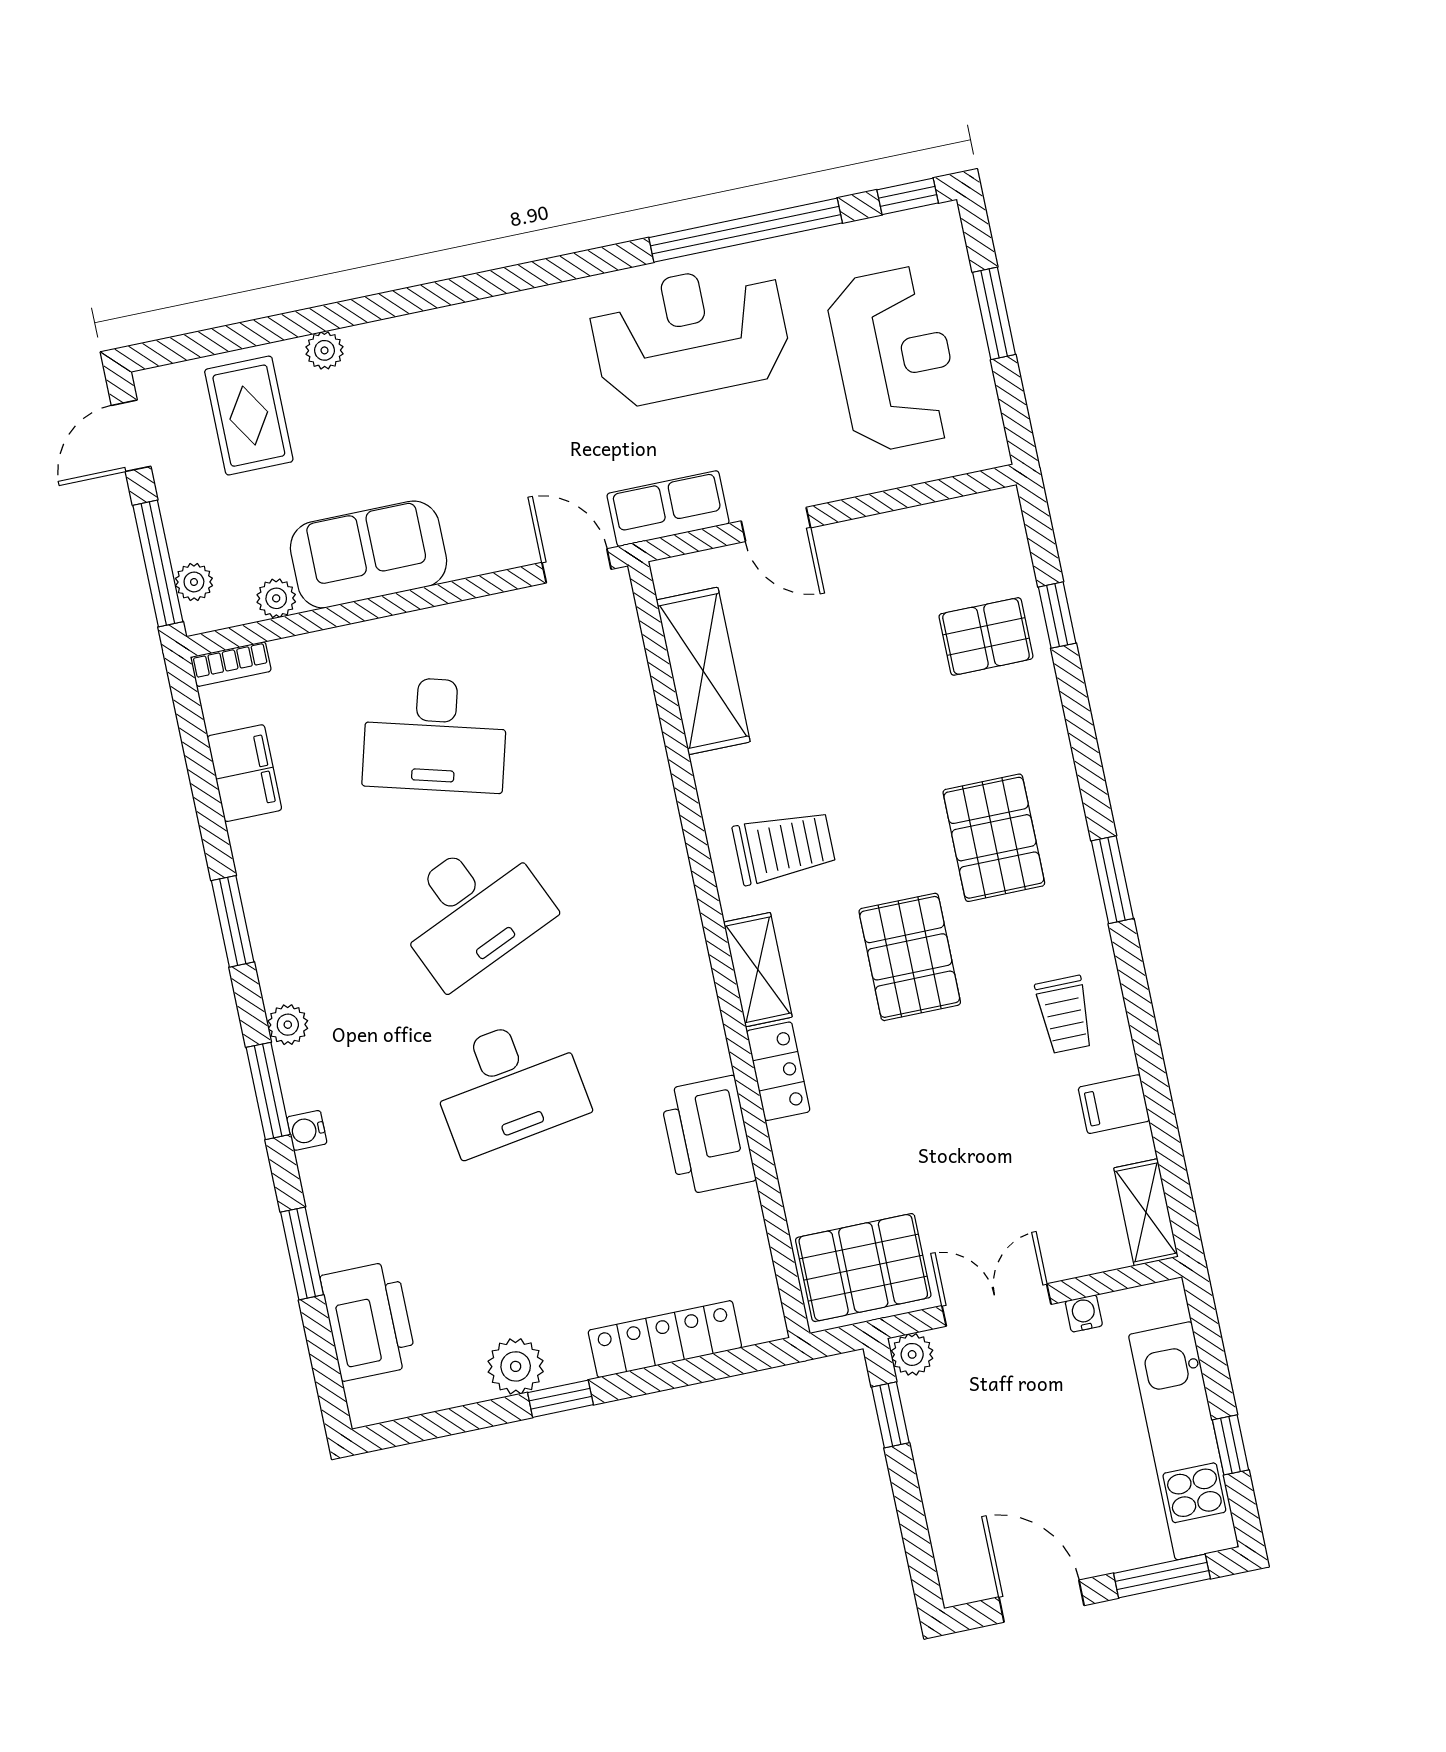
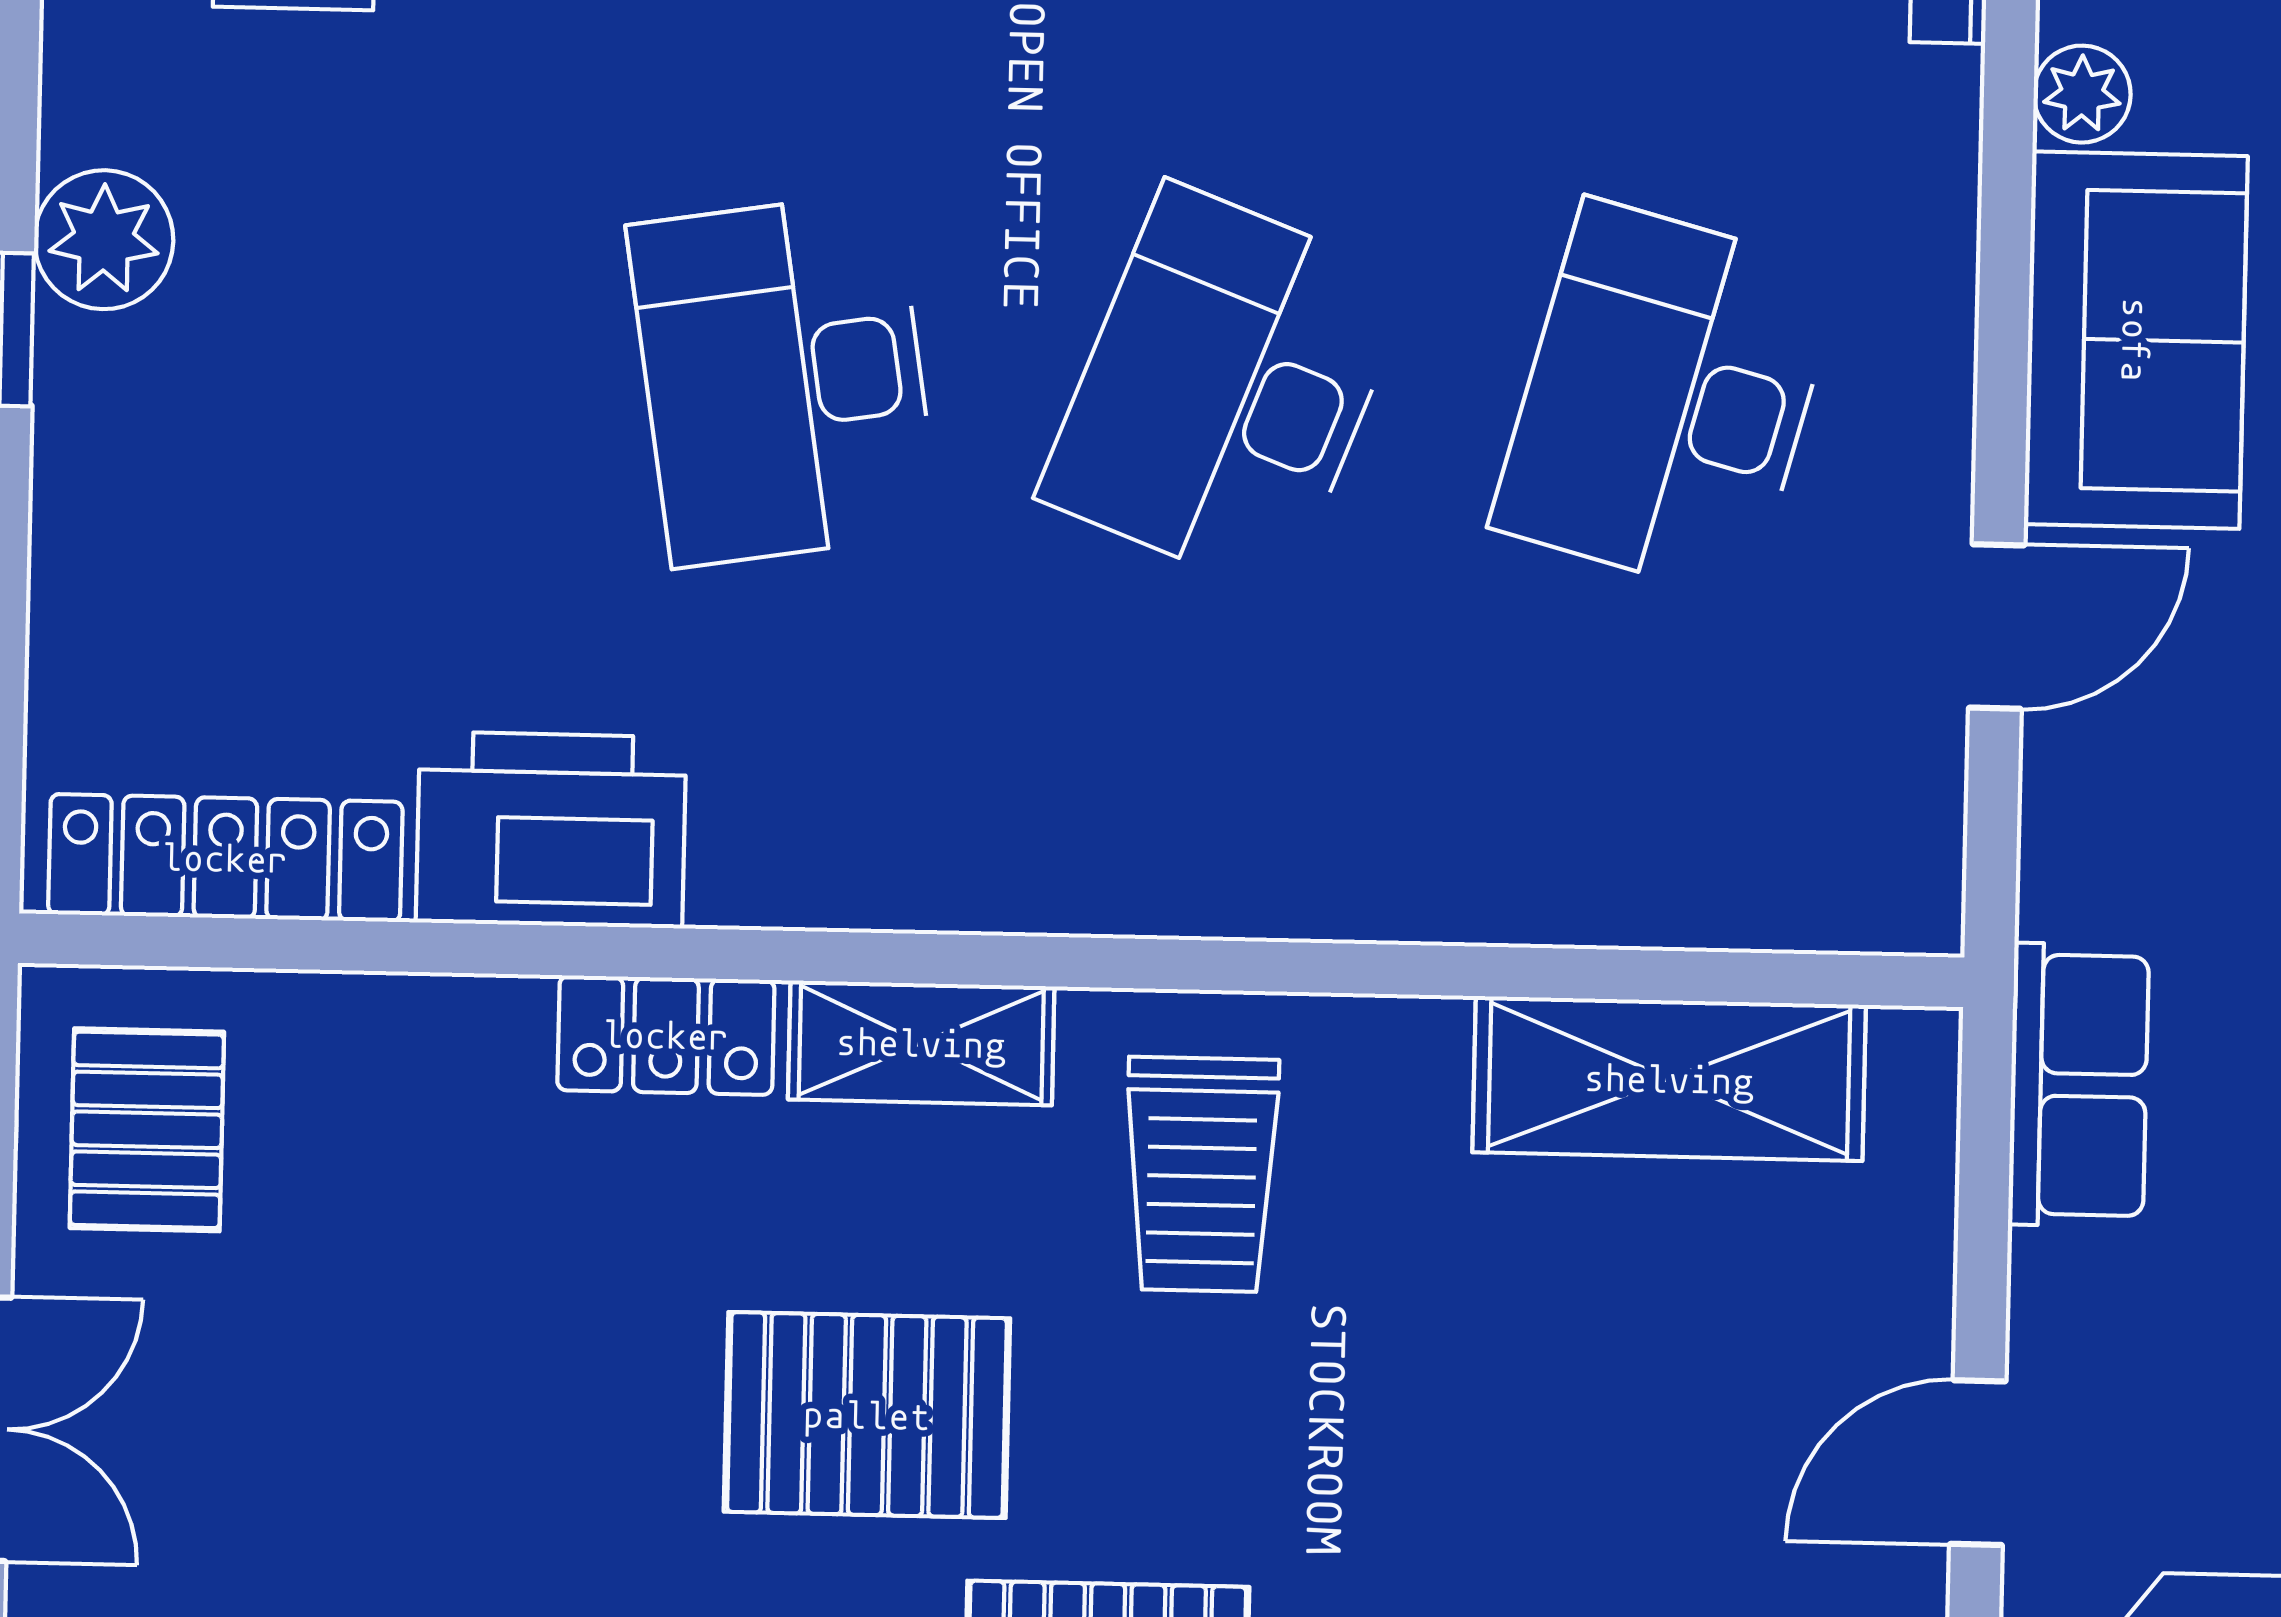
door: (776, 524) -> (1978, 1463), moved
door: (577, 566) -> (1997, 627), moved
desk: (472, 910) -> (1225, 389), turned 45
pallet: (863, 1268) -> (147, 1130), width x0.67, depth x0.71
locker: (665, 1339) -> (225, 858), moved, turned -90

